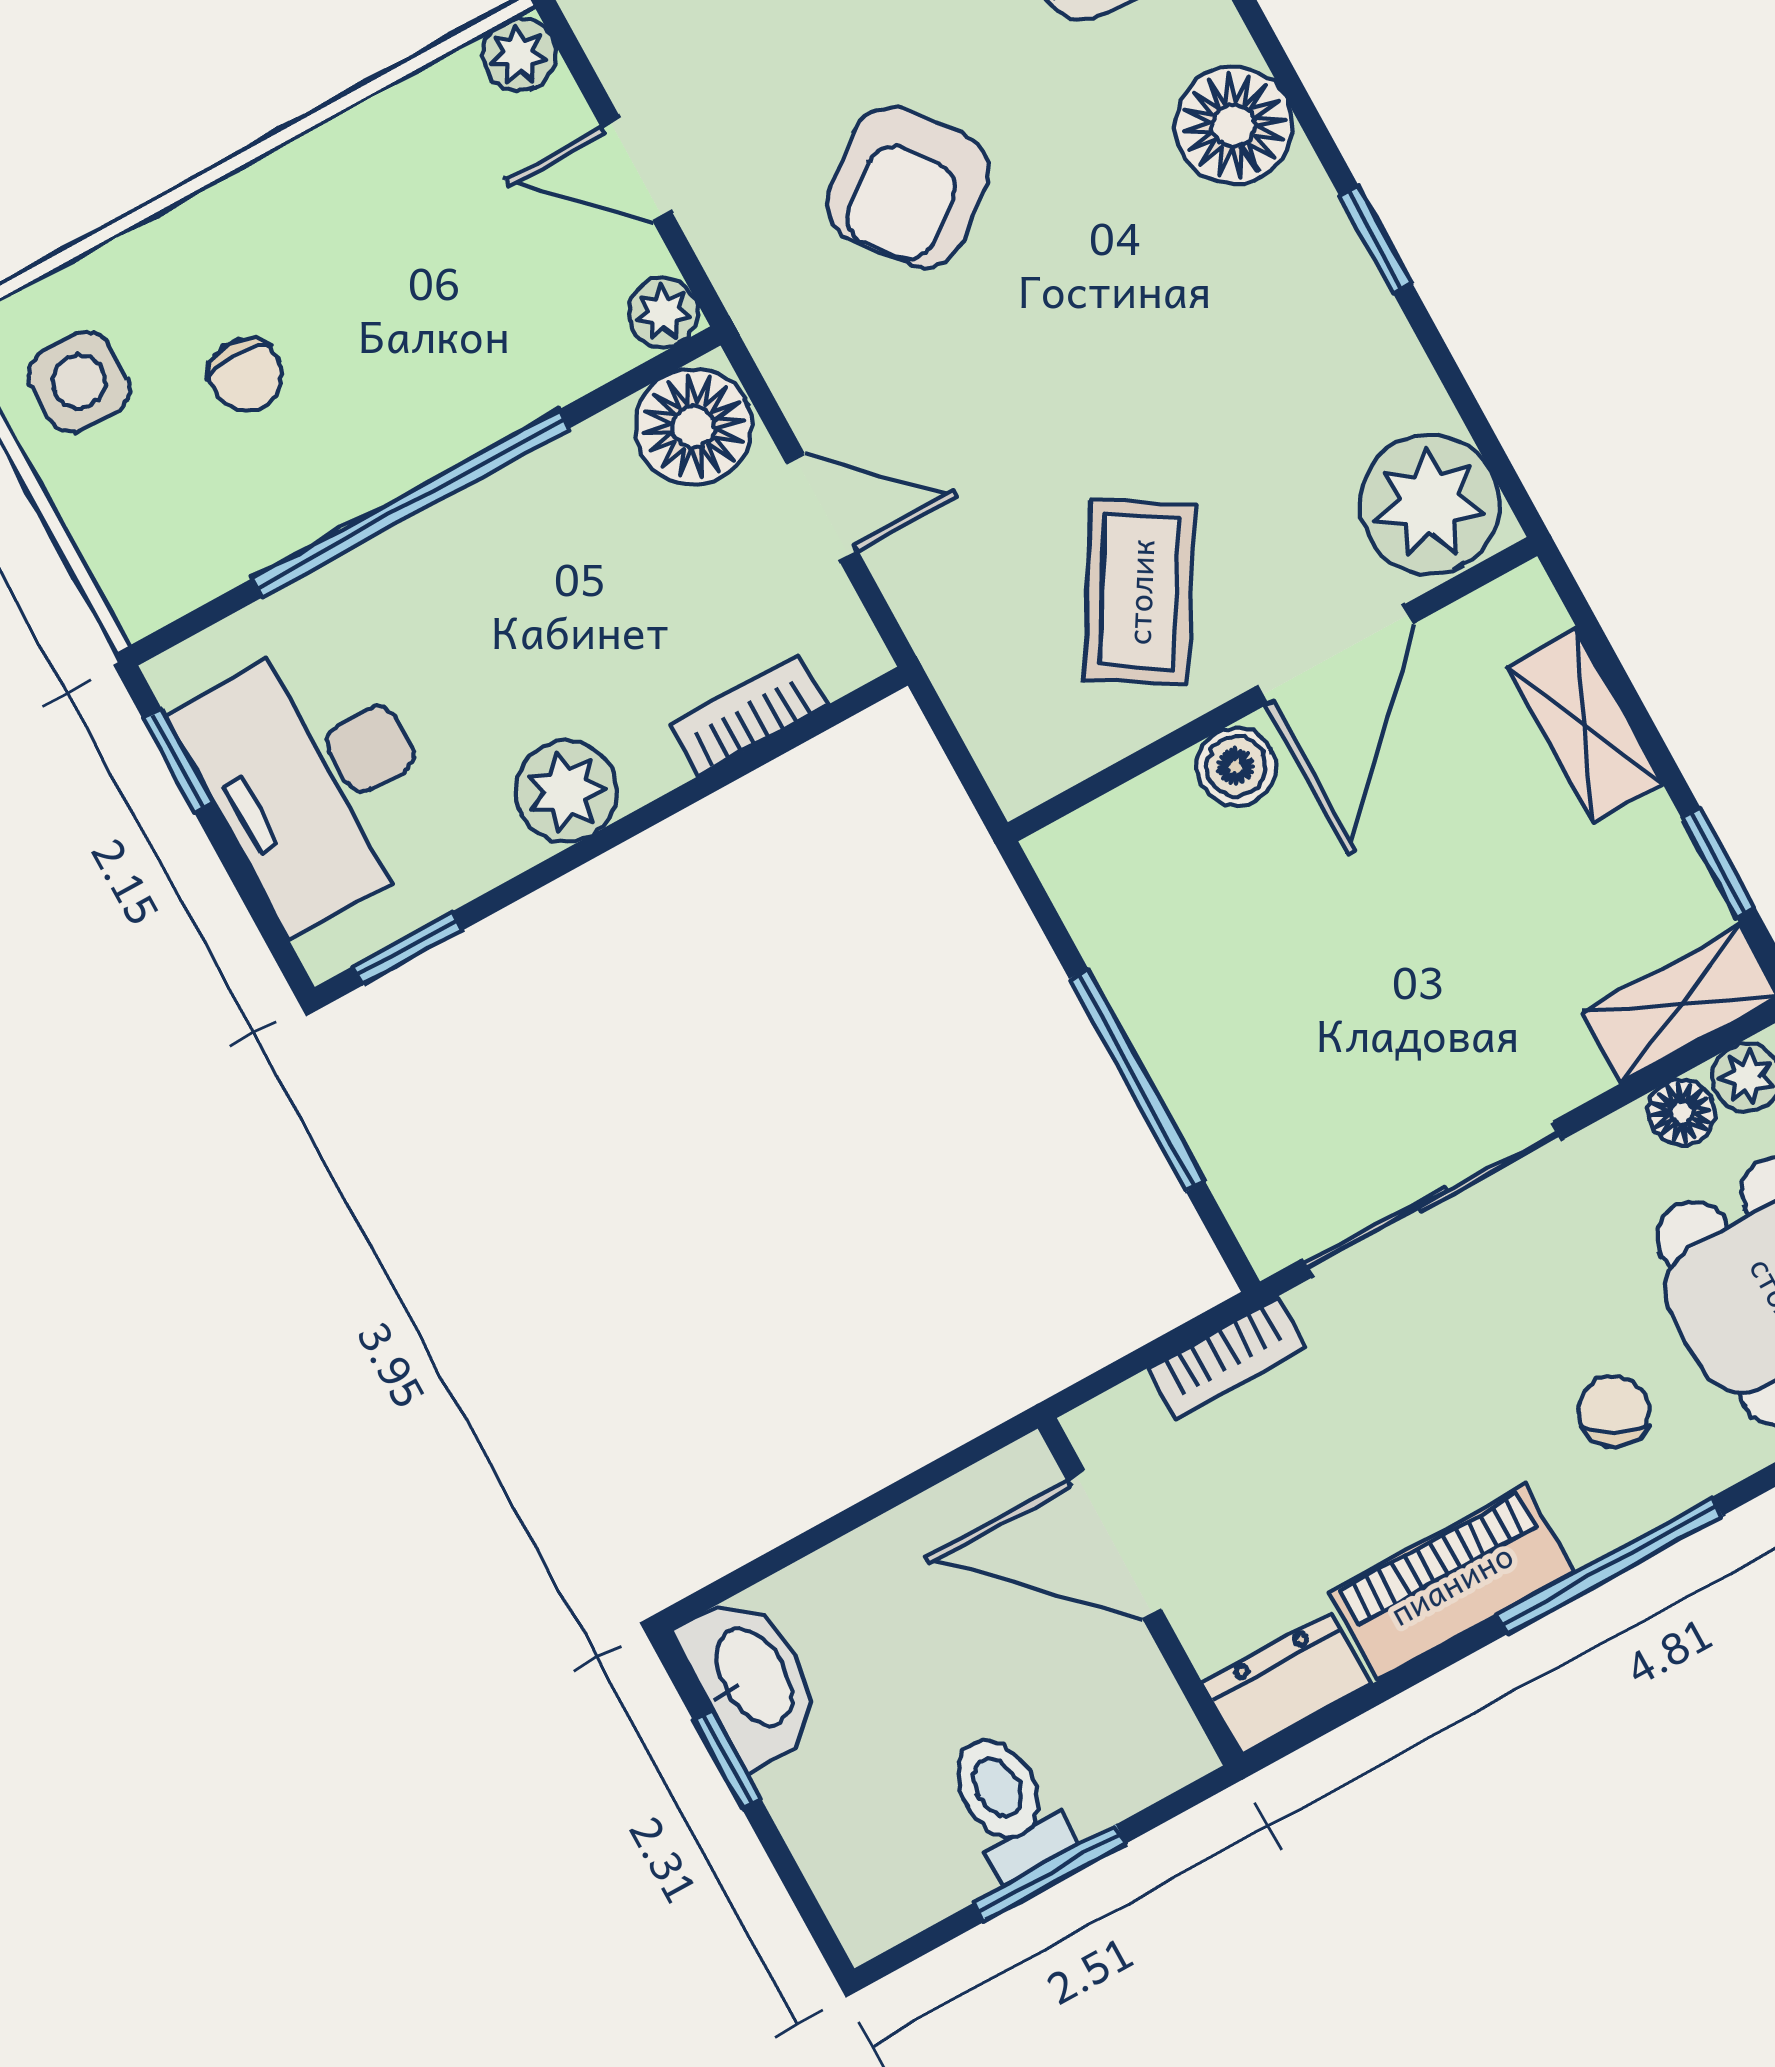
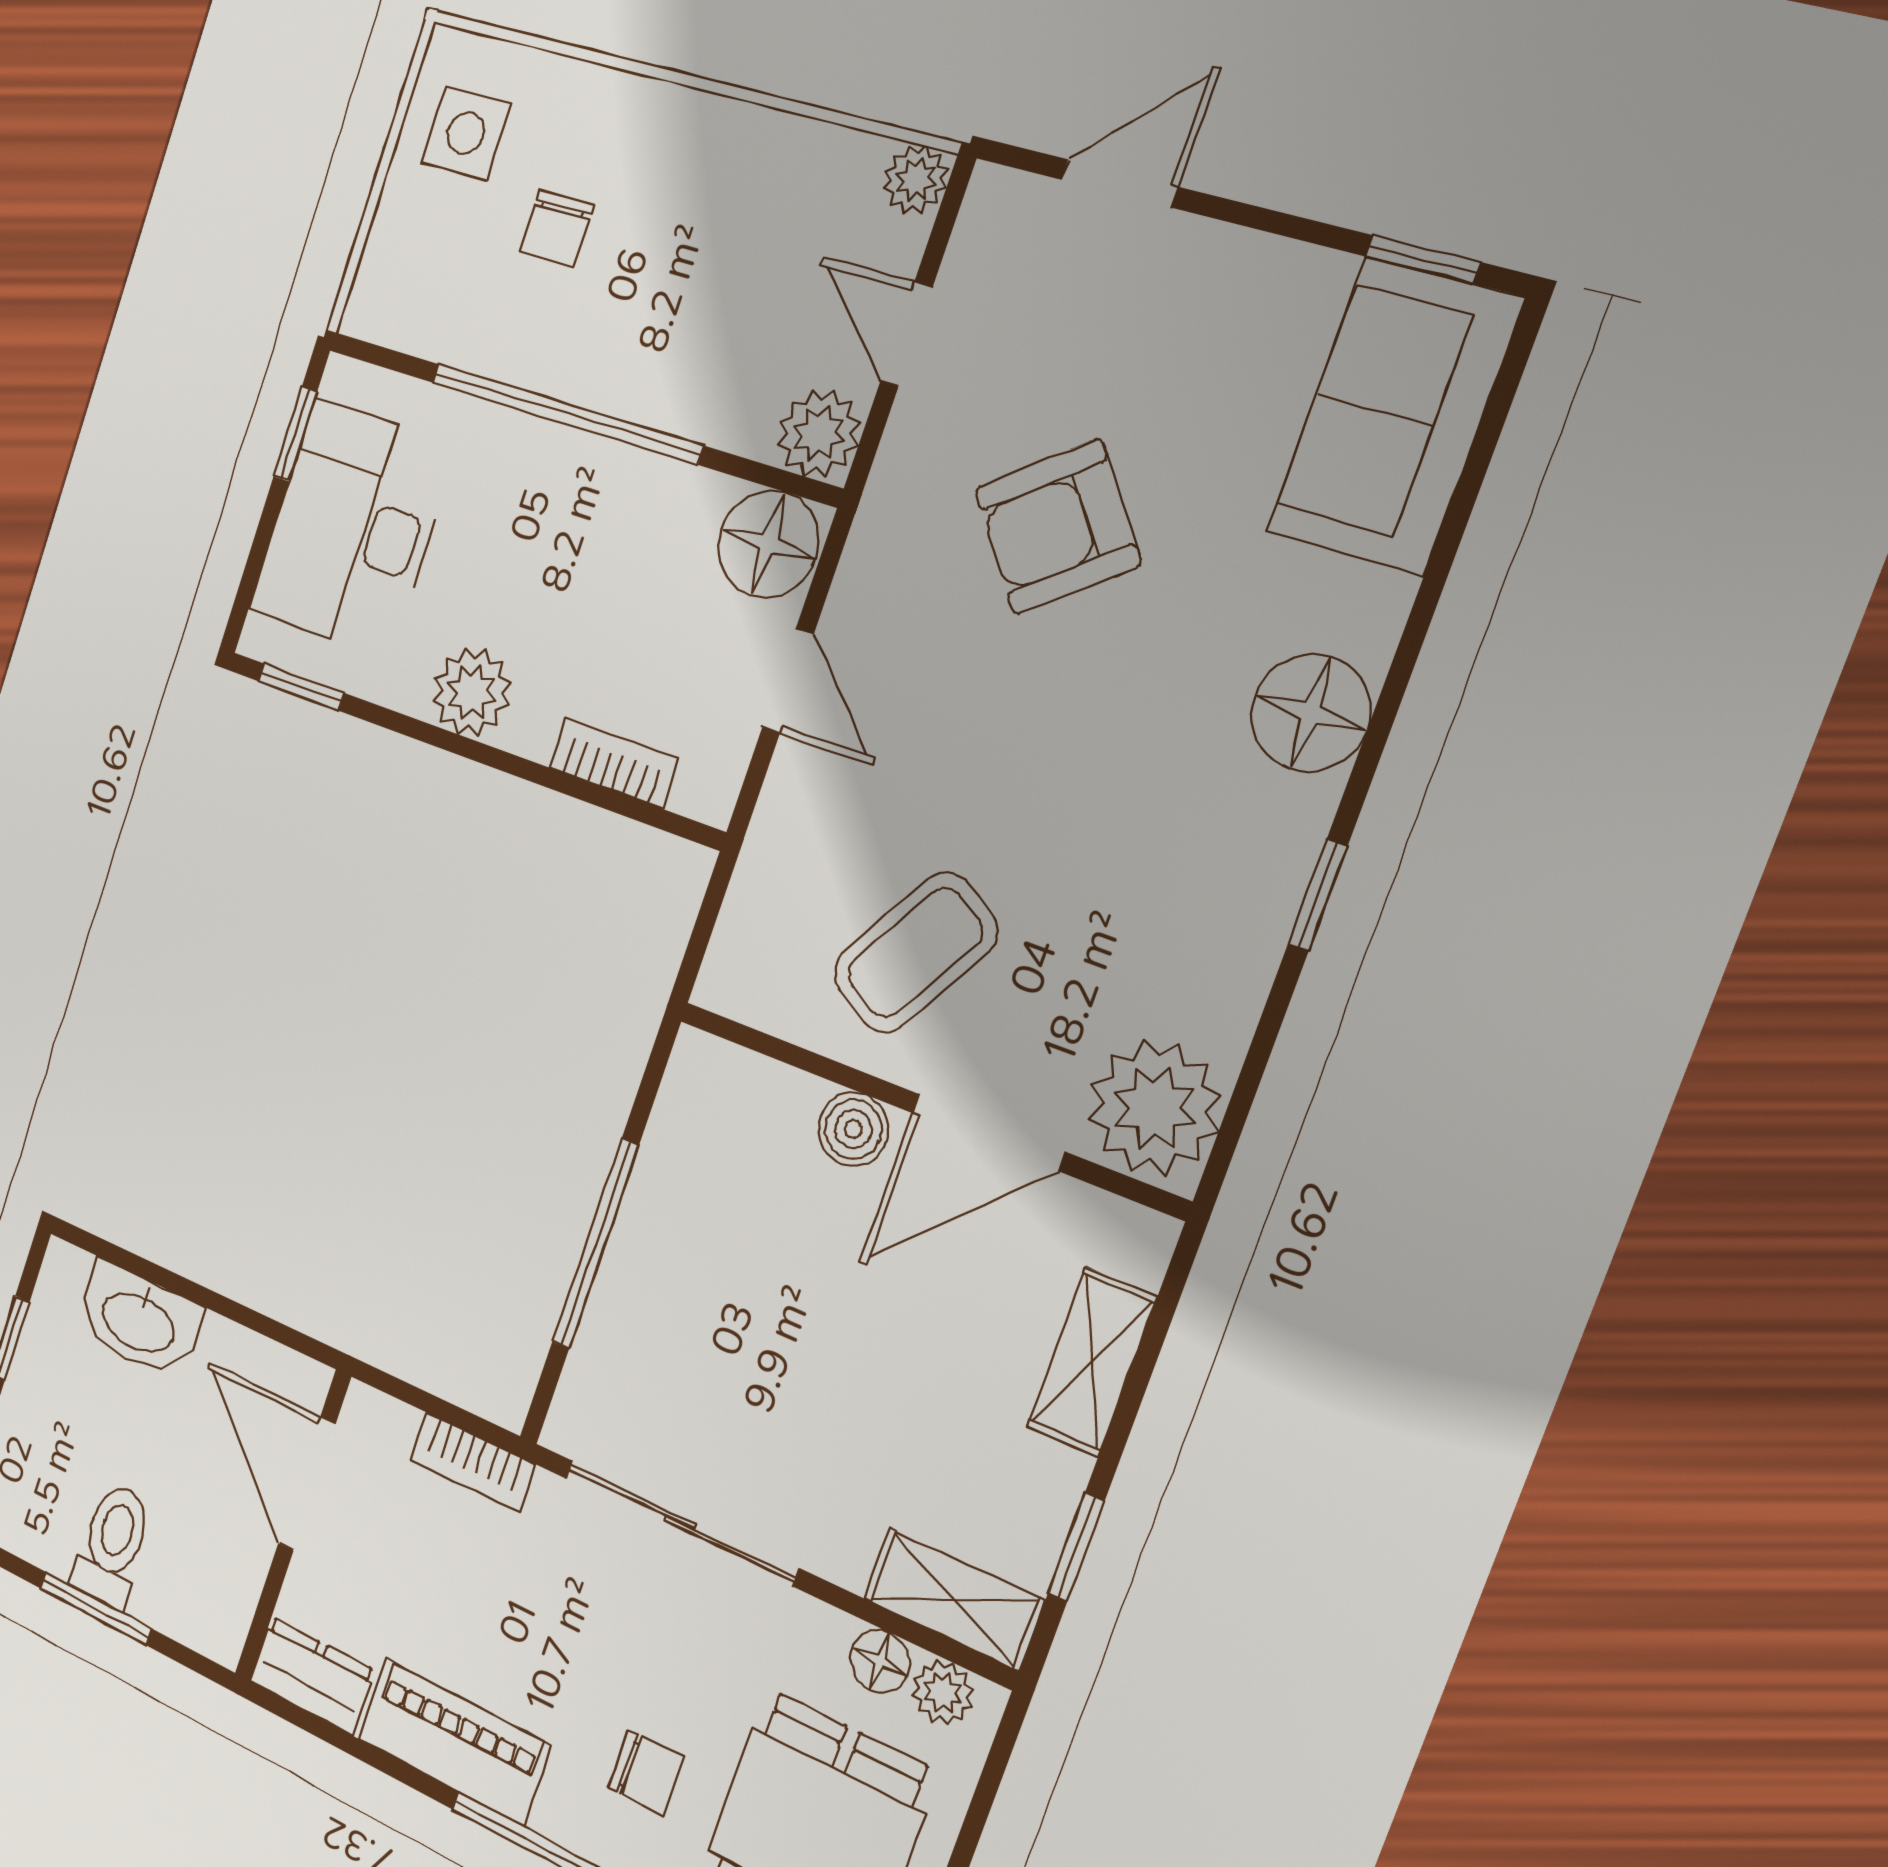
plant: (663, 313) -> (819, 434), width x1.38, depth x1.38
chair: (1614, 1411) -> (646, 1773), turned 63
washbasin: (752, 1678) -> (139, 1320), moved, turned 90

